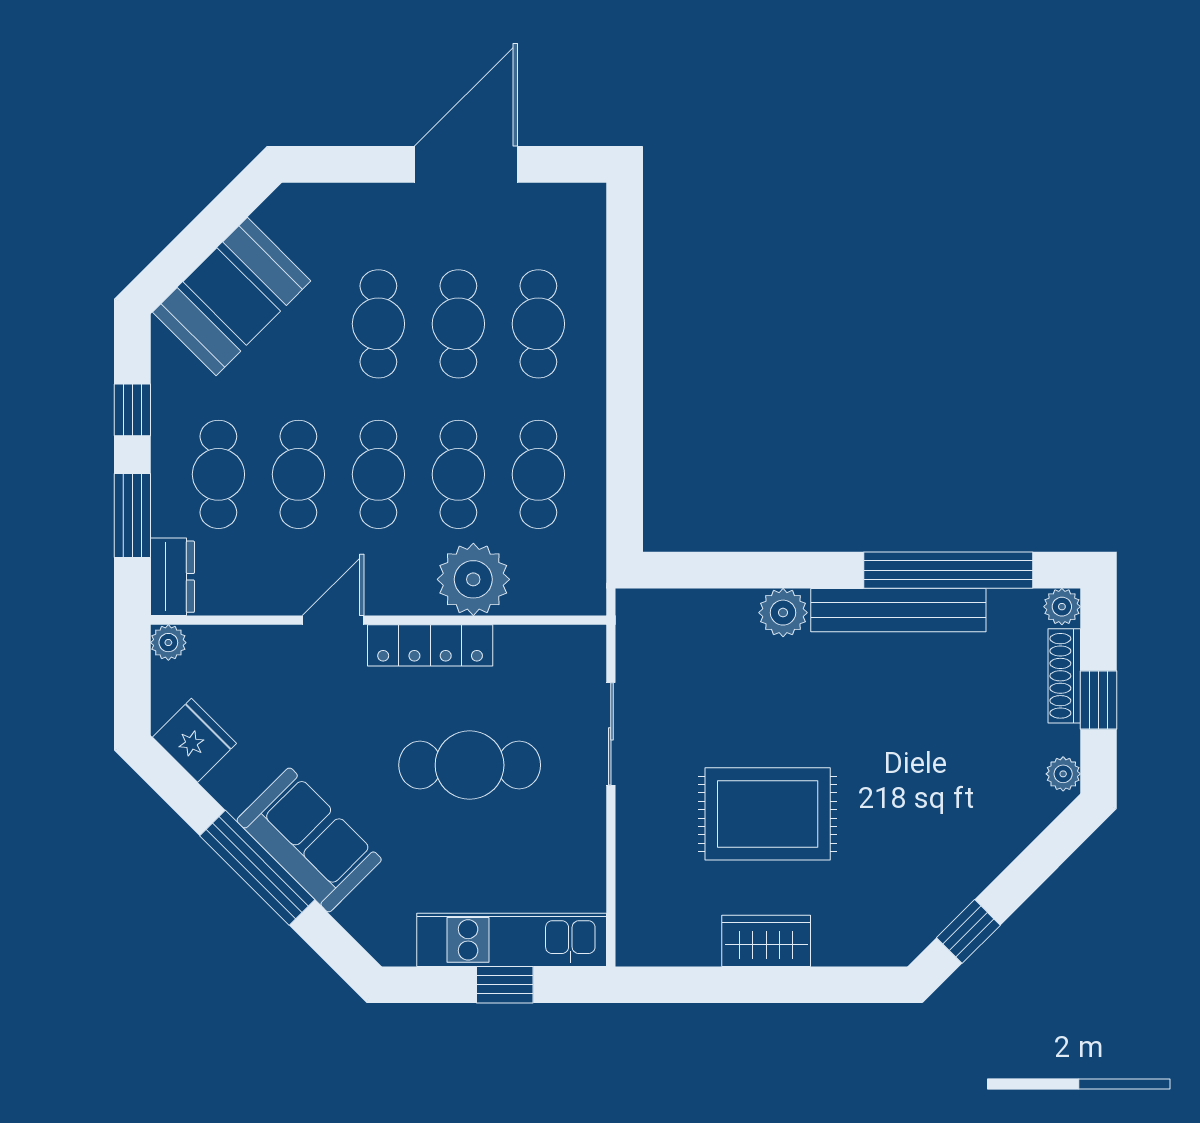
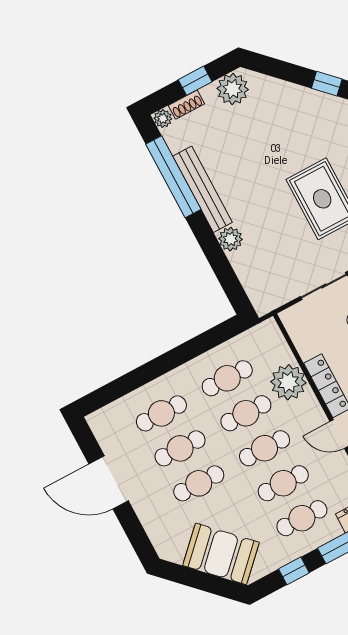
shoe rack: (1064, 676) -> (186, 105), width x0.70
plant: (1063, 774) -> (233, 89), width x1.88, depth x1.88

